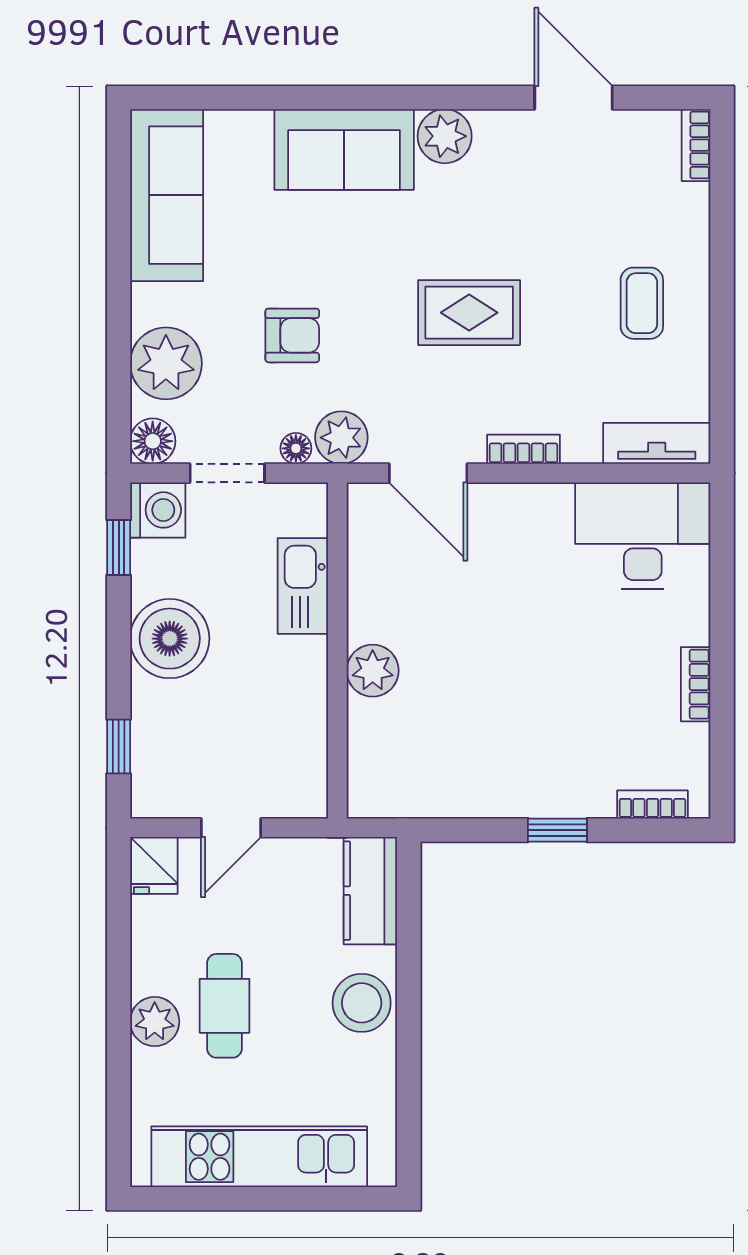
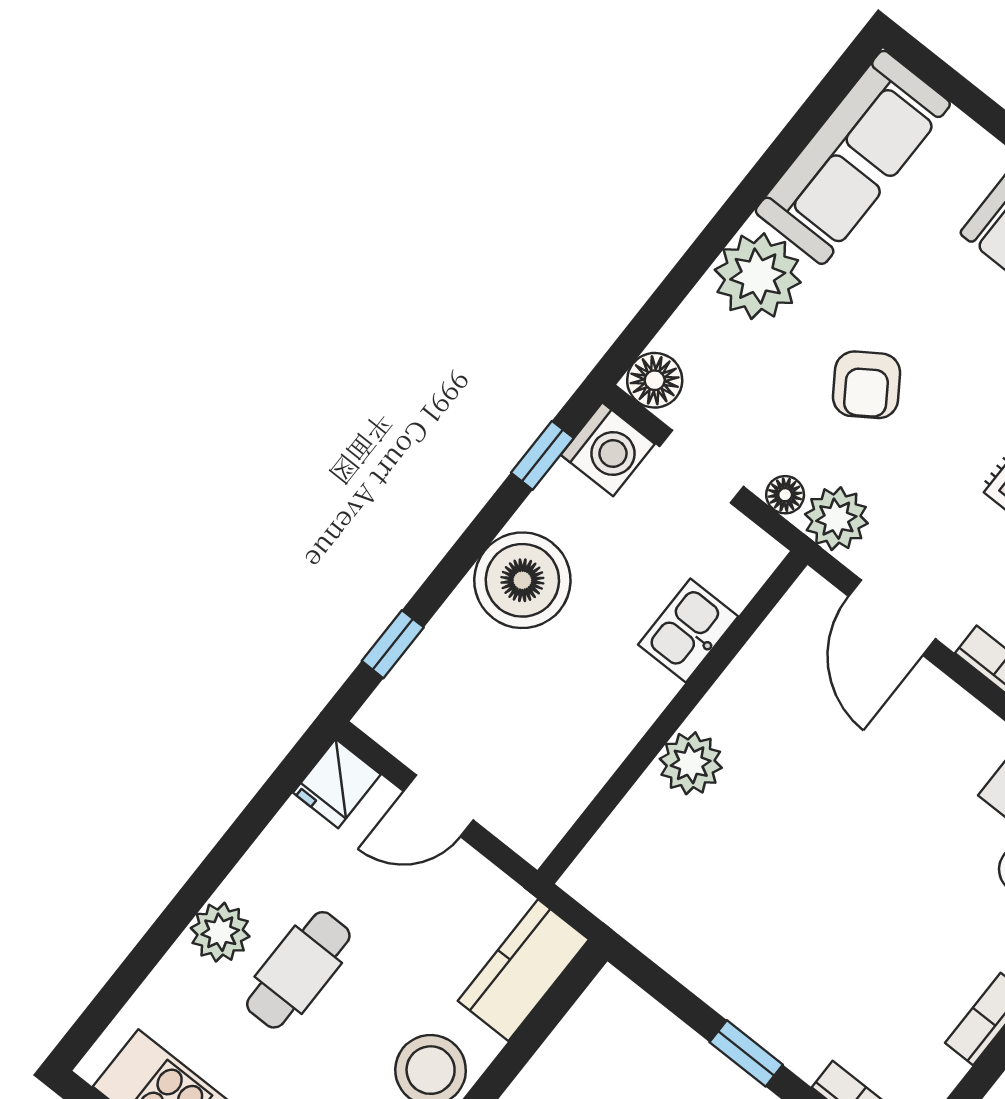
armchair: (292, 335) -> (867, 385), turned 56
plant: (166, 363) -> (758, 276), moved
kitchen sink: (303, 586) -> (688, 630), width x0.73

